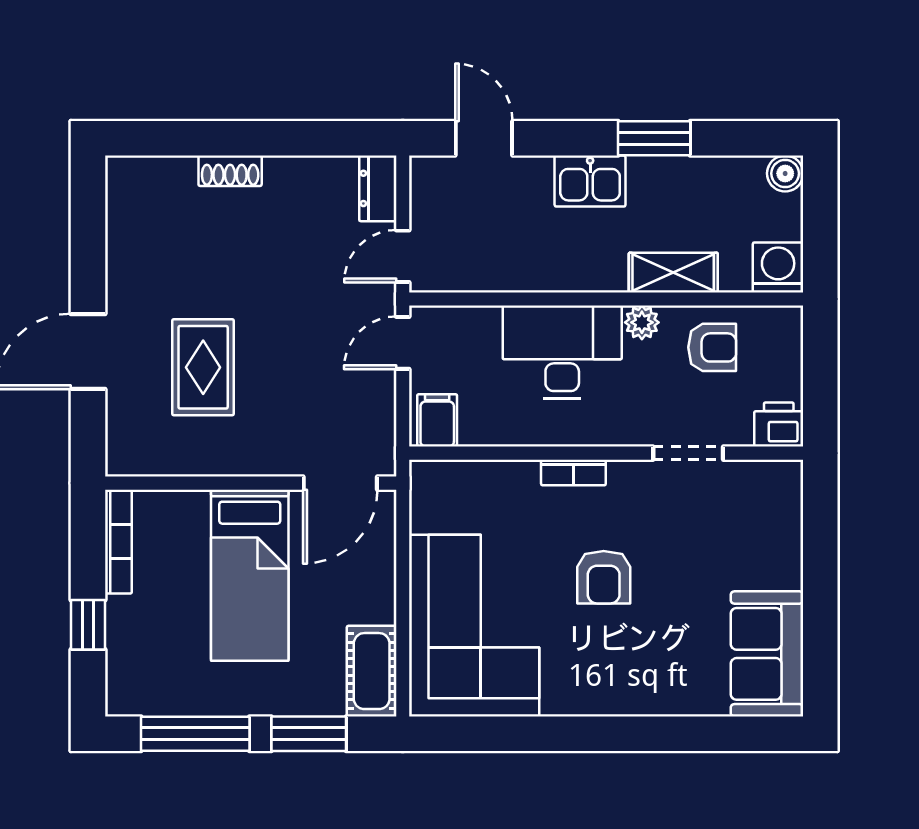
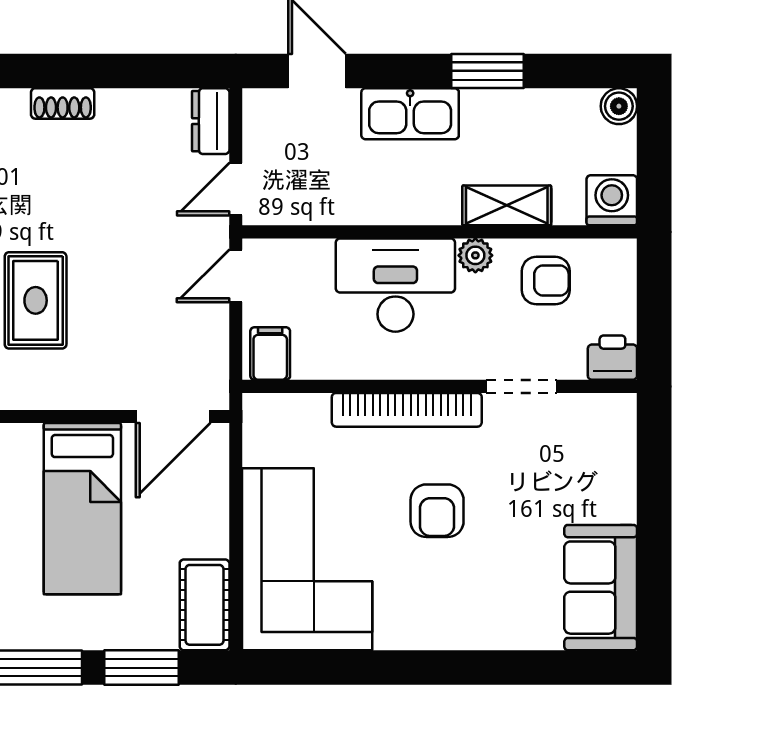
kitchen sink: (590, 181) -> (410, 114), width x1.38
bookcase: (573, 472) -> (407, 410), width x2.31, depth x1.31

